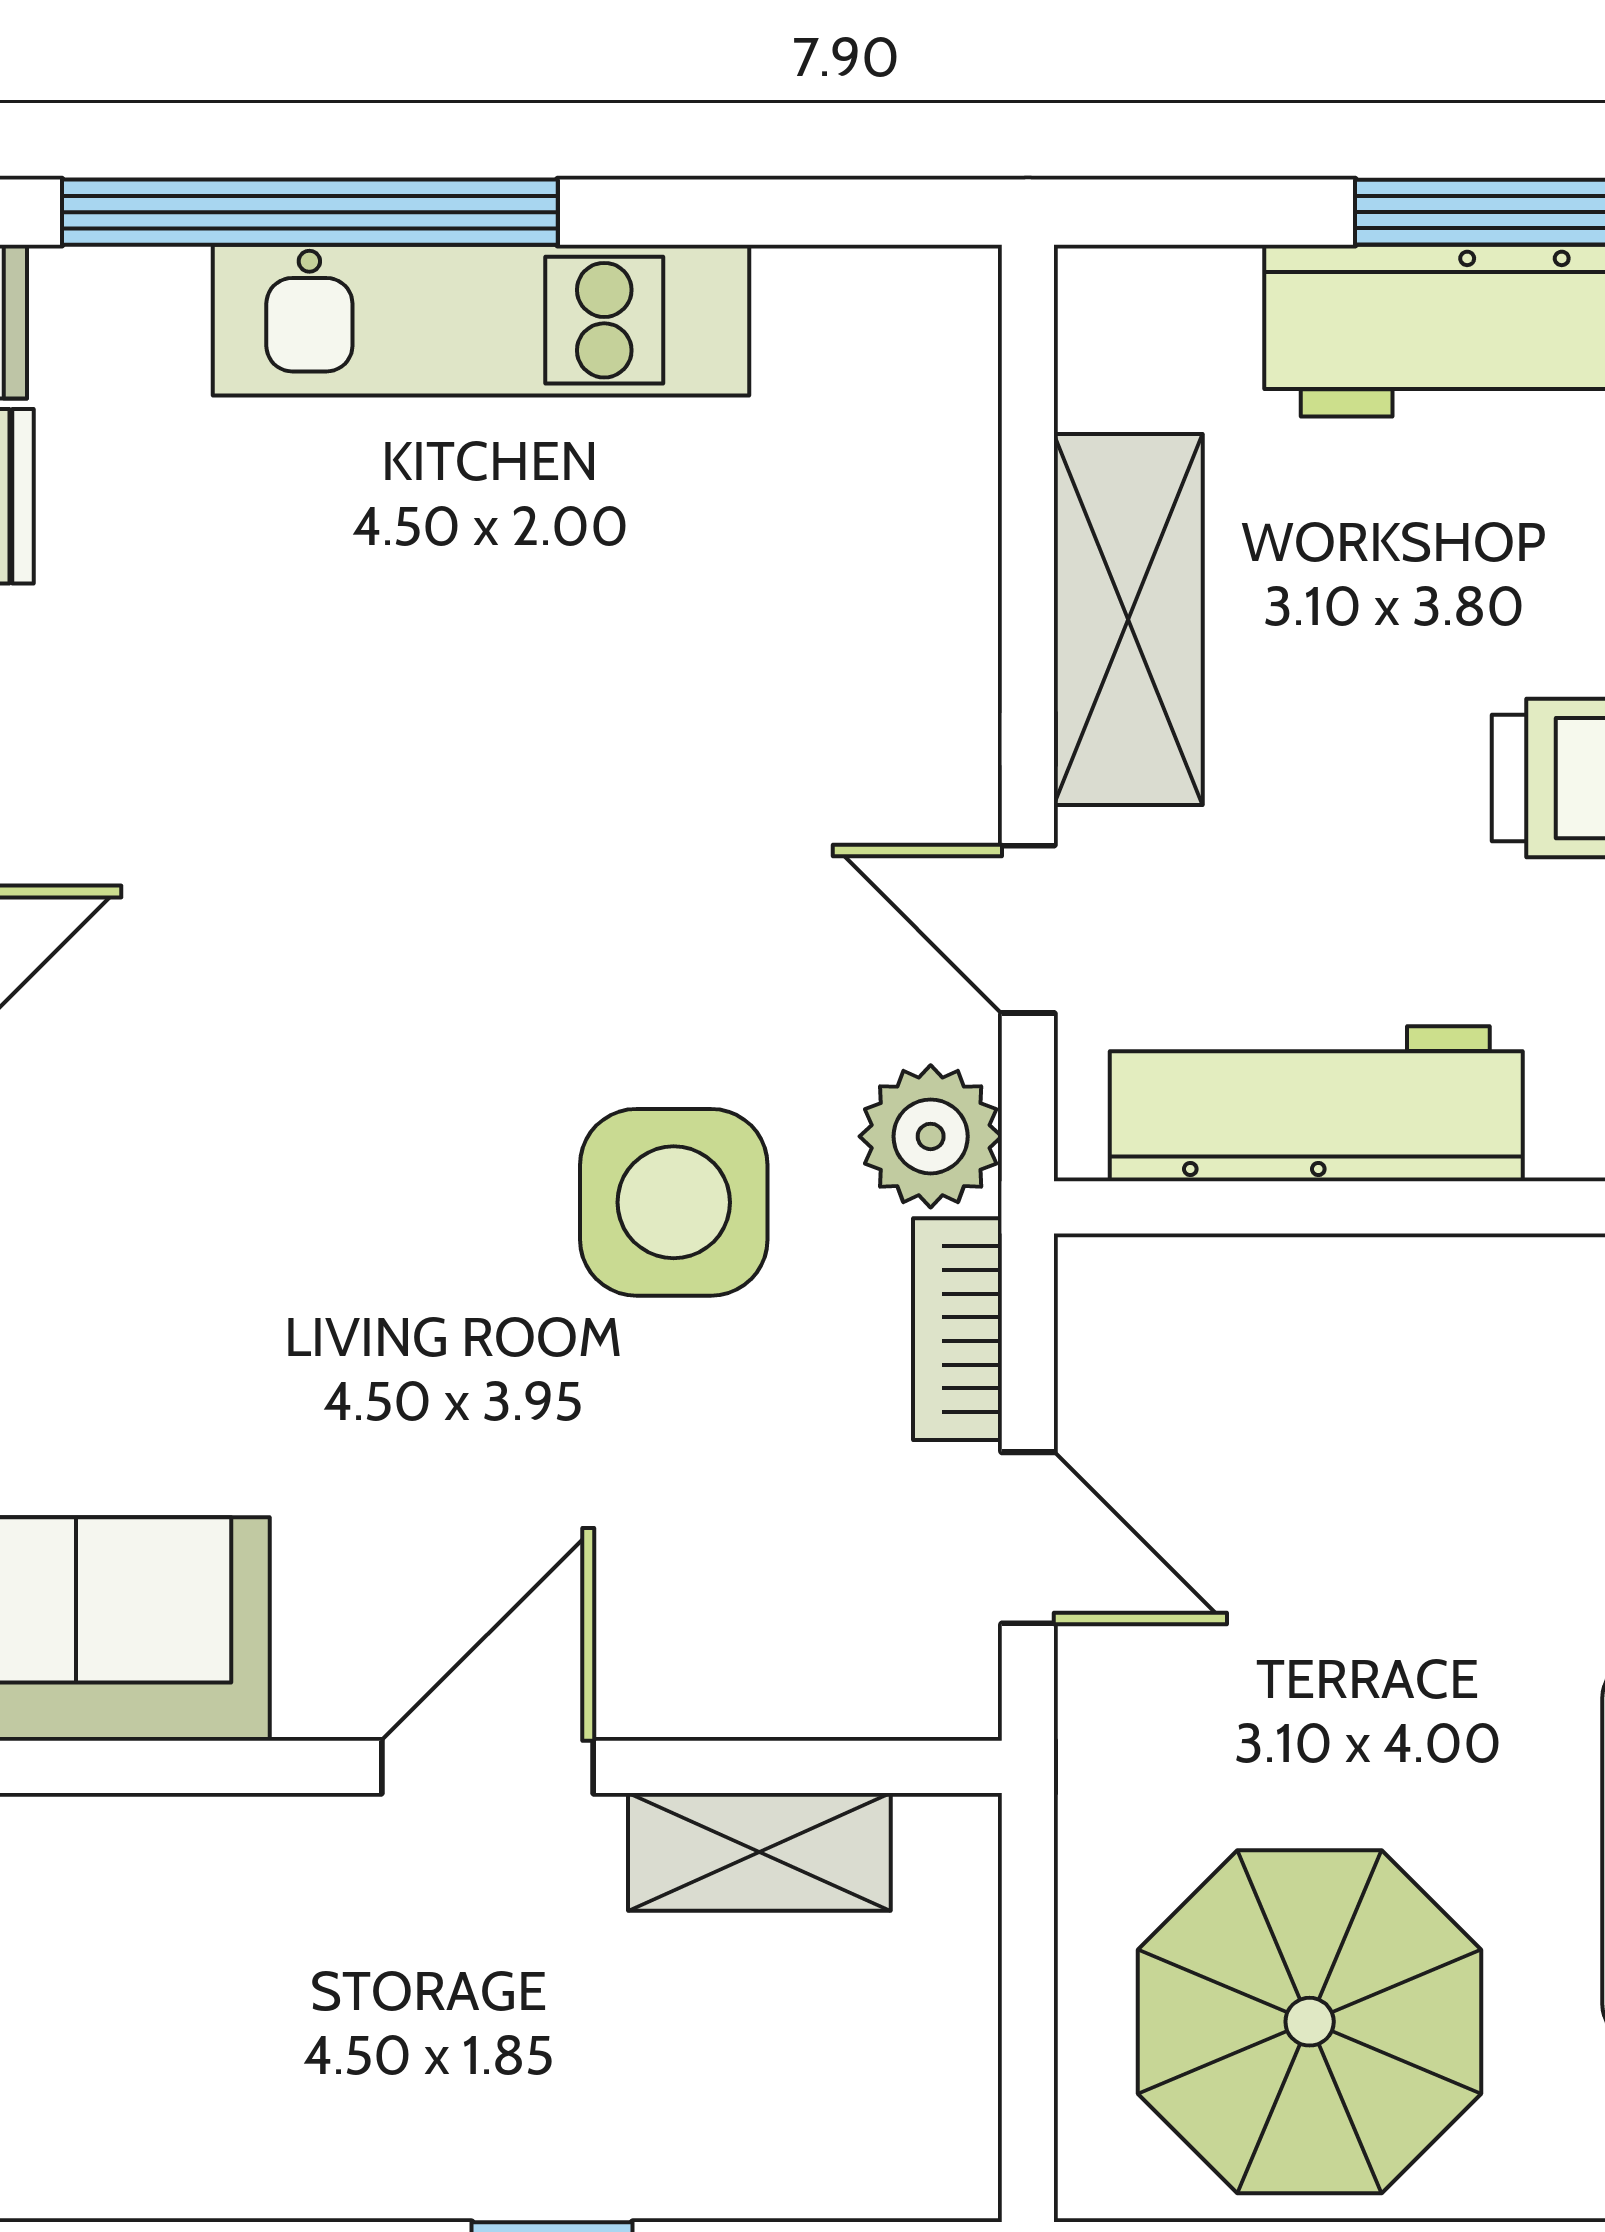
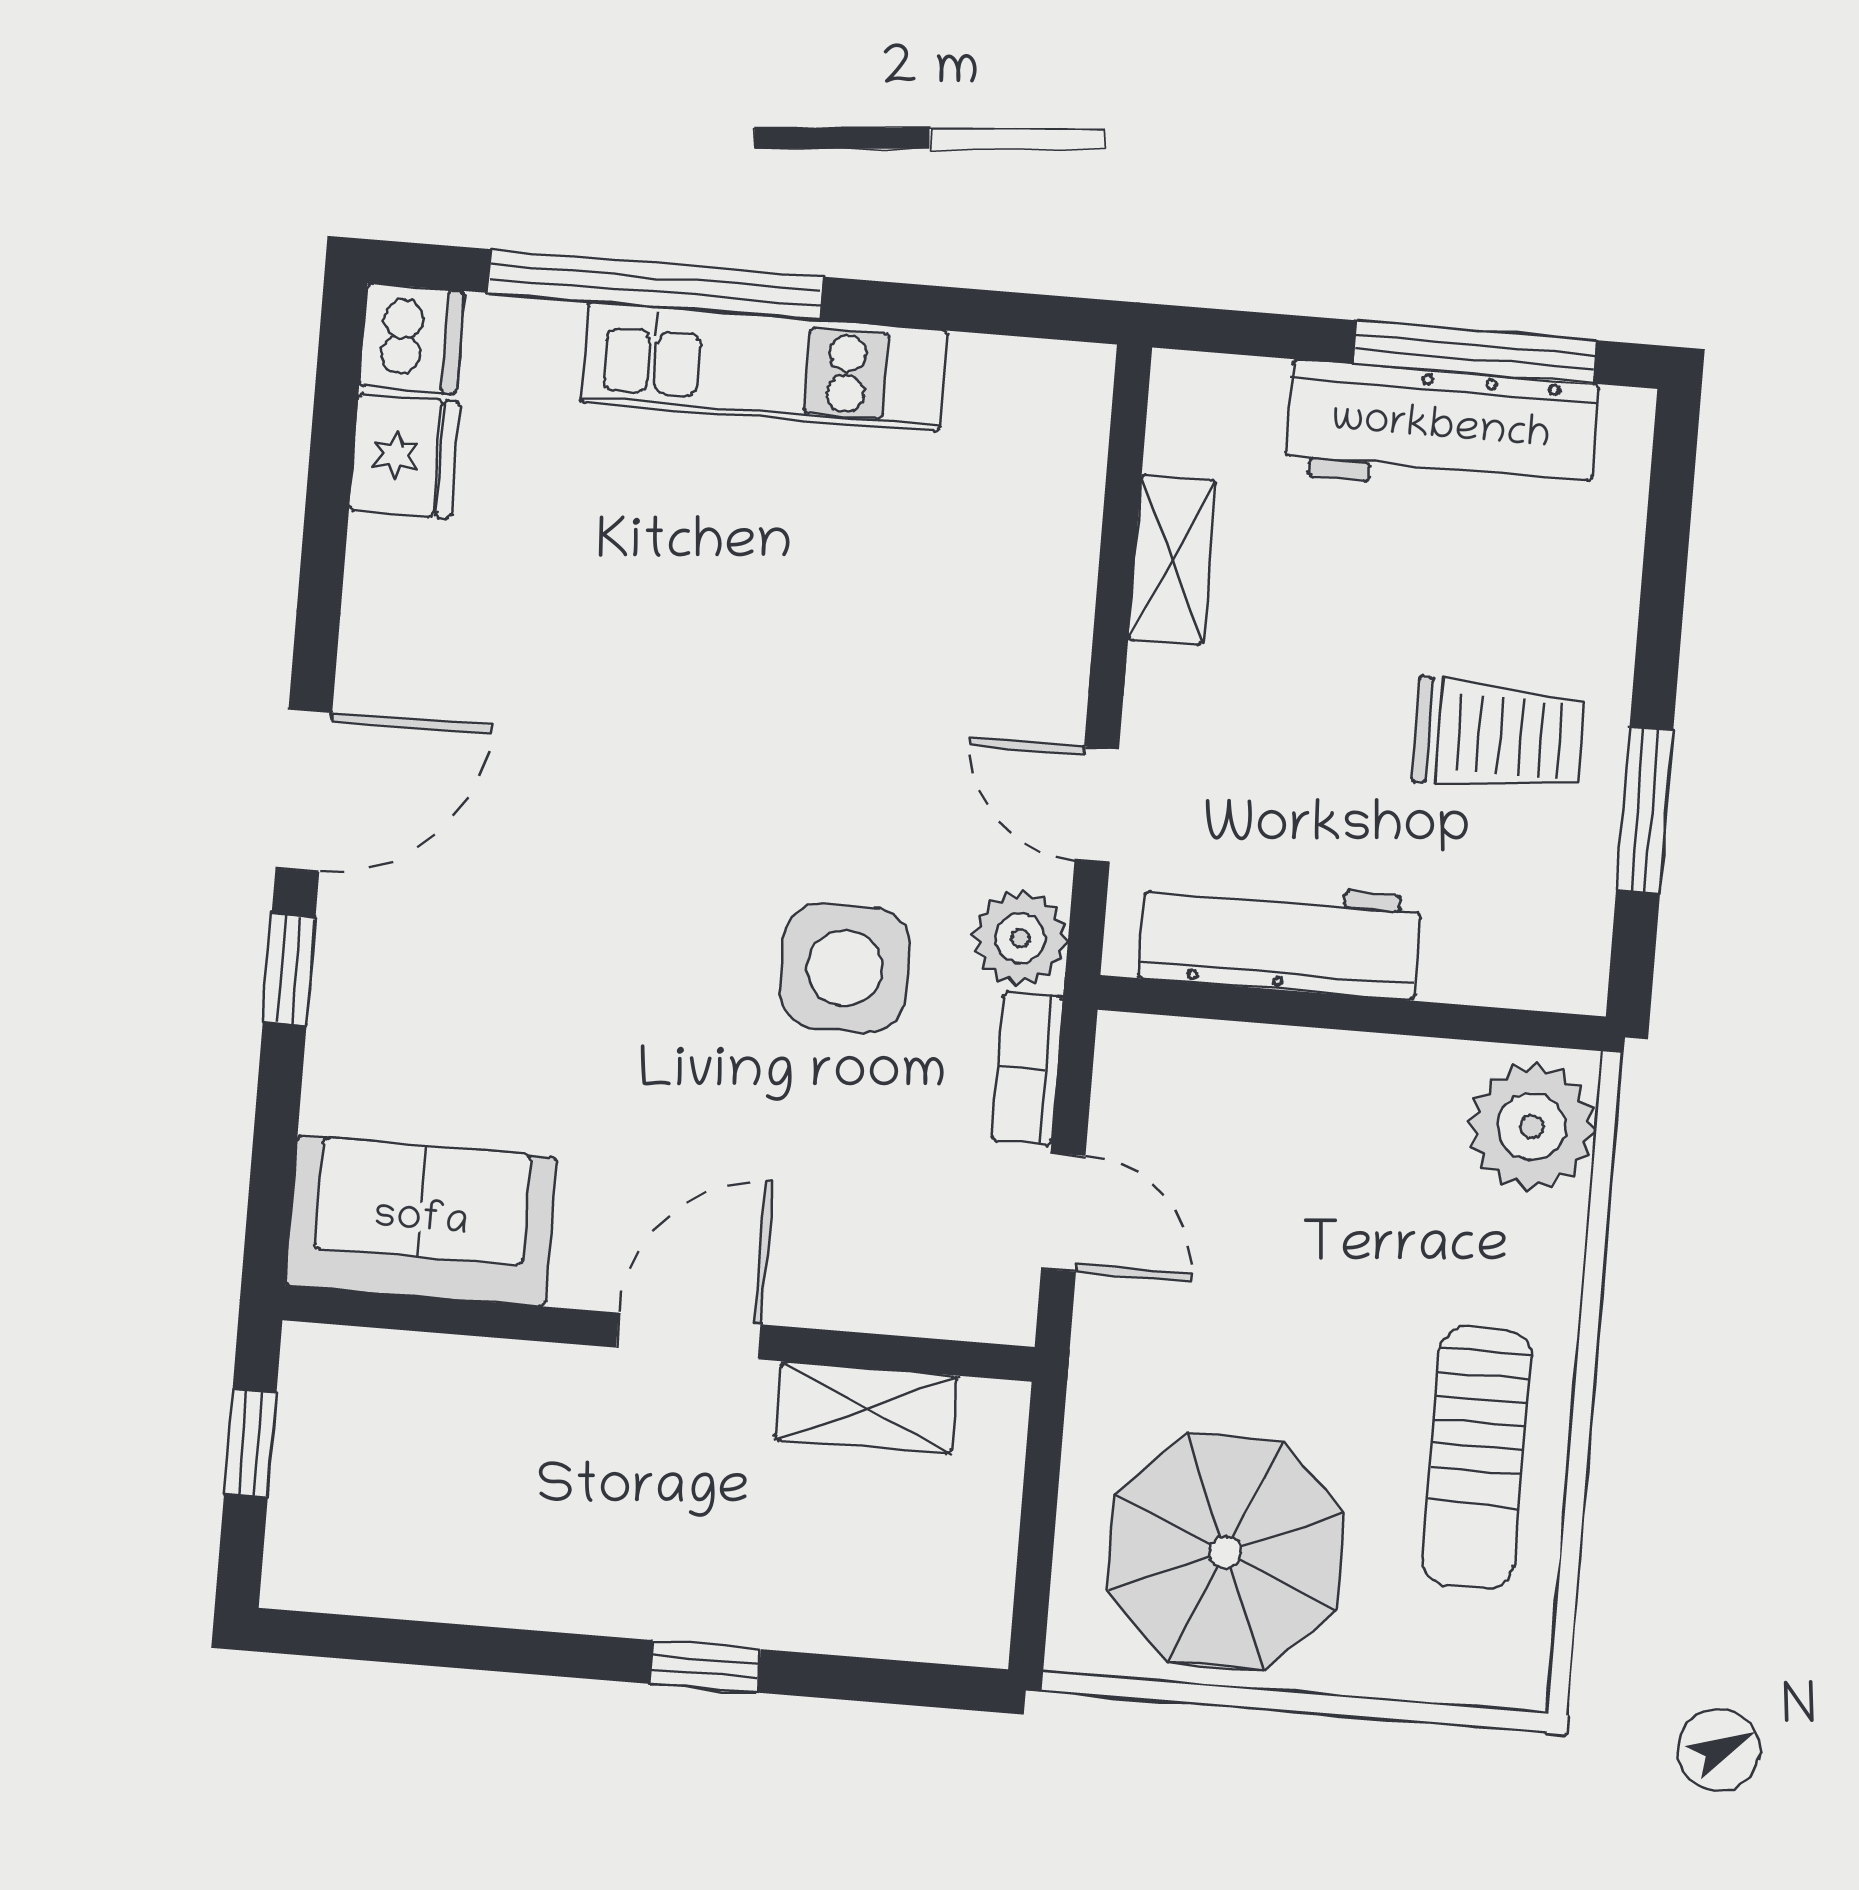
shelving: (1128, 619) -> (1172, 560), width x0.67, depth x0.75

